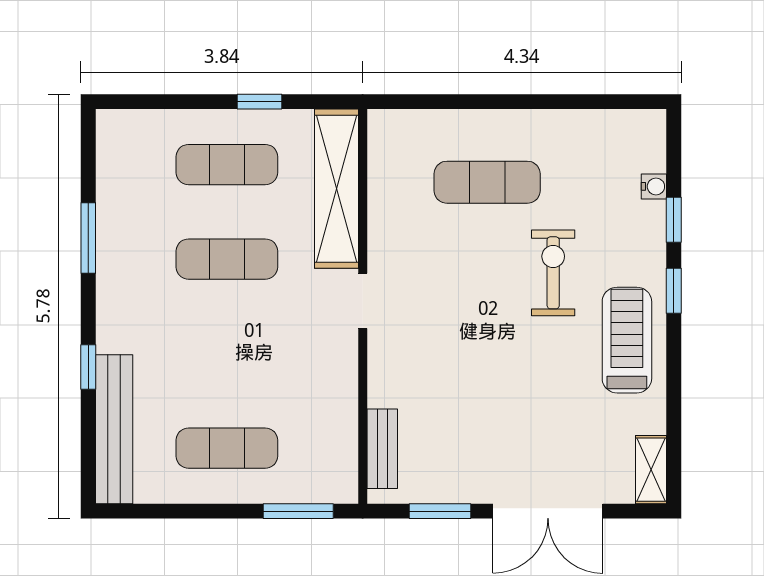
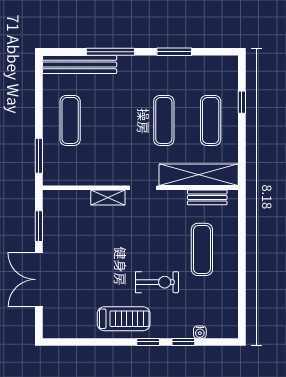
window: (260, 102) -> (242, 102), moved
window: (88, 367) -> (110, 52), width x2.17
bench: (382, 449) -> (207, 197), moved
shelving: (651, 470) -> (108, 198), moved

